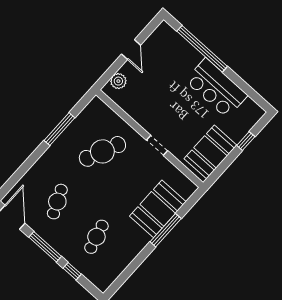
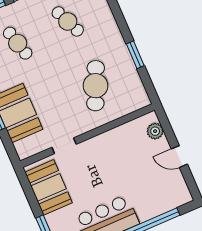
window: (59, 129) -> (135, 55), width x0.69
doorway: (157, 145) -> (64, 146), moved

